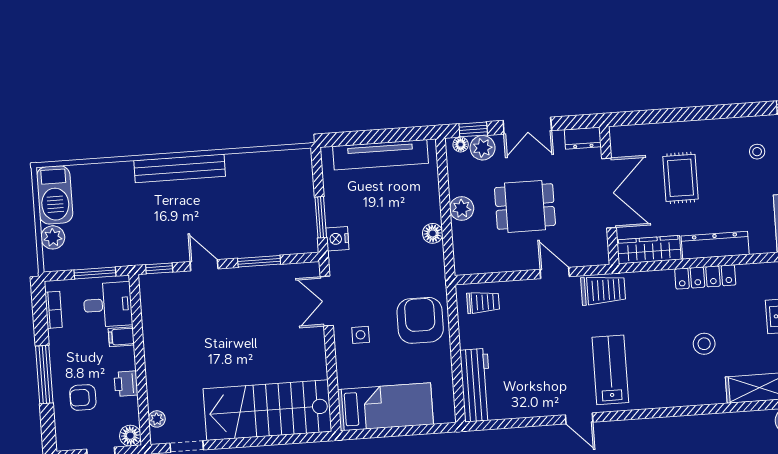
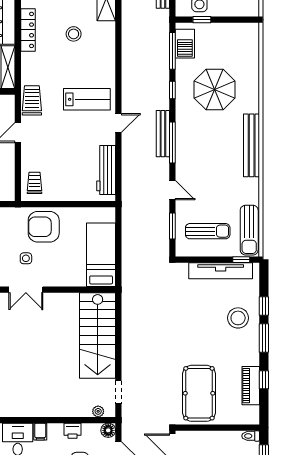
side table: (361, 335) -> (26, 258), moved
lab bench: (610, 370) -> (87, 99), turned 180
workbench: (476, 385) -> (106, 170), moved, turned -90

